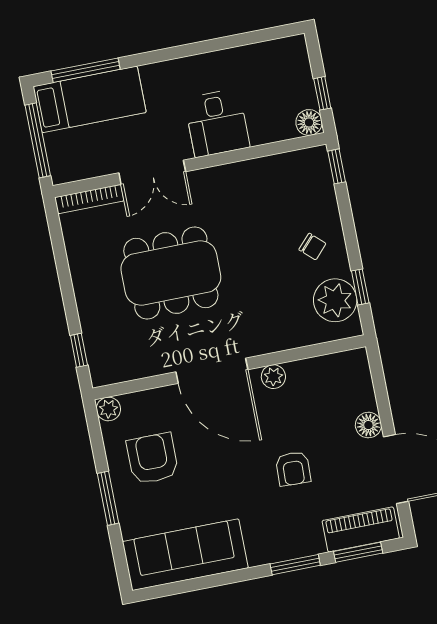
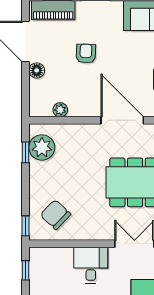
floor lamp: (309, 122) -> (37, 255), removed
chair: (312, 247) -> (56, 215), moved, width x1.87, depth x1.87
plant: (273, 377) -> (60, 110), moved

